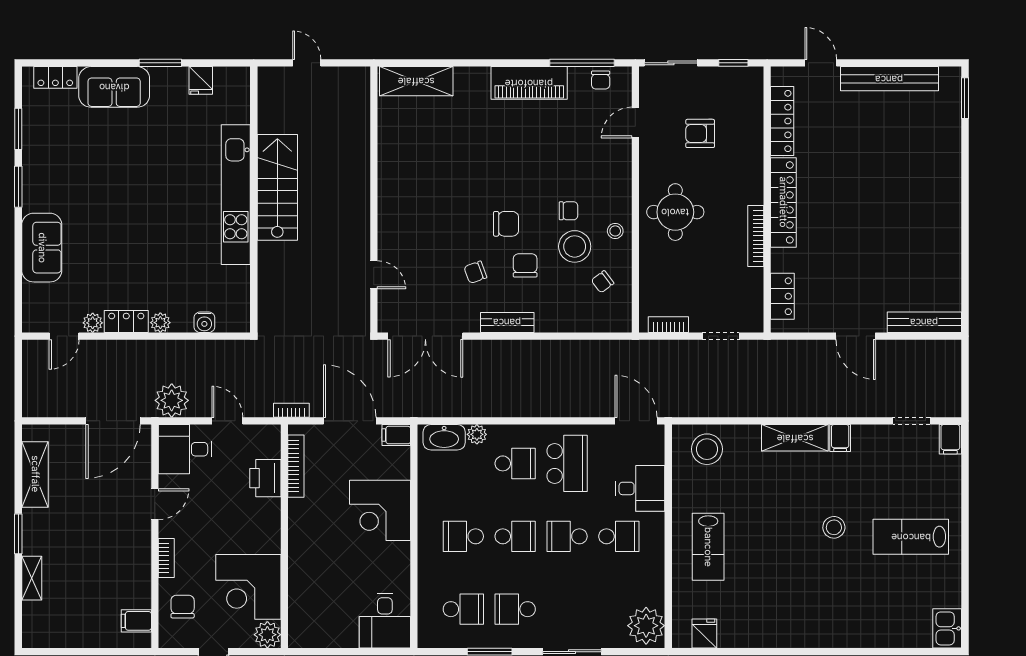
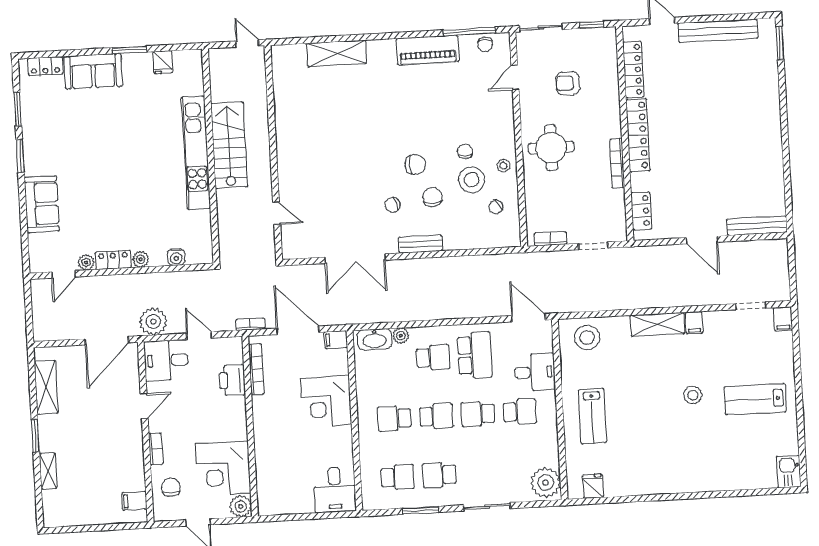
wall: (374, 200) -> (273, 153), moved
chair: (569, 211) -> (465, 151), turned -88
door: (374, 275) -> (277, 213), moved

